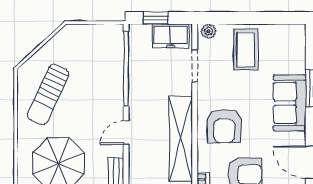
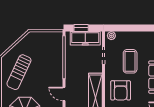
freezer: (170, 36) -> (85, 38), width x1.40
coffee table: (246, 50) -> (130, 61), moved
door: (126, 132) -> (64, 94), hinge flipped

